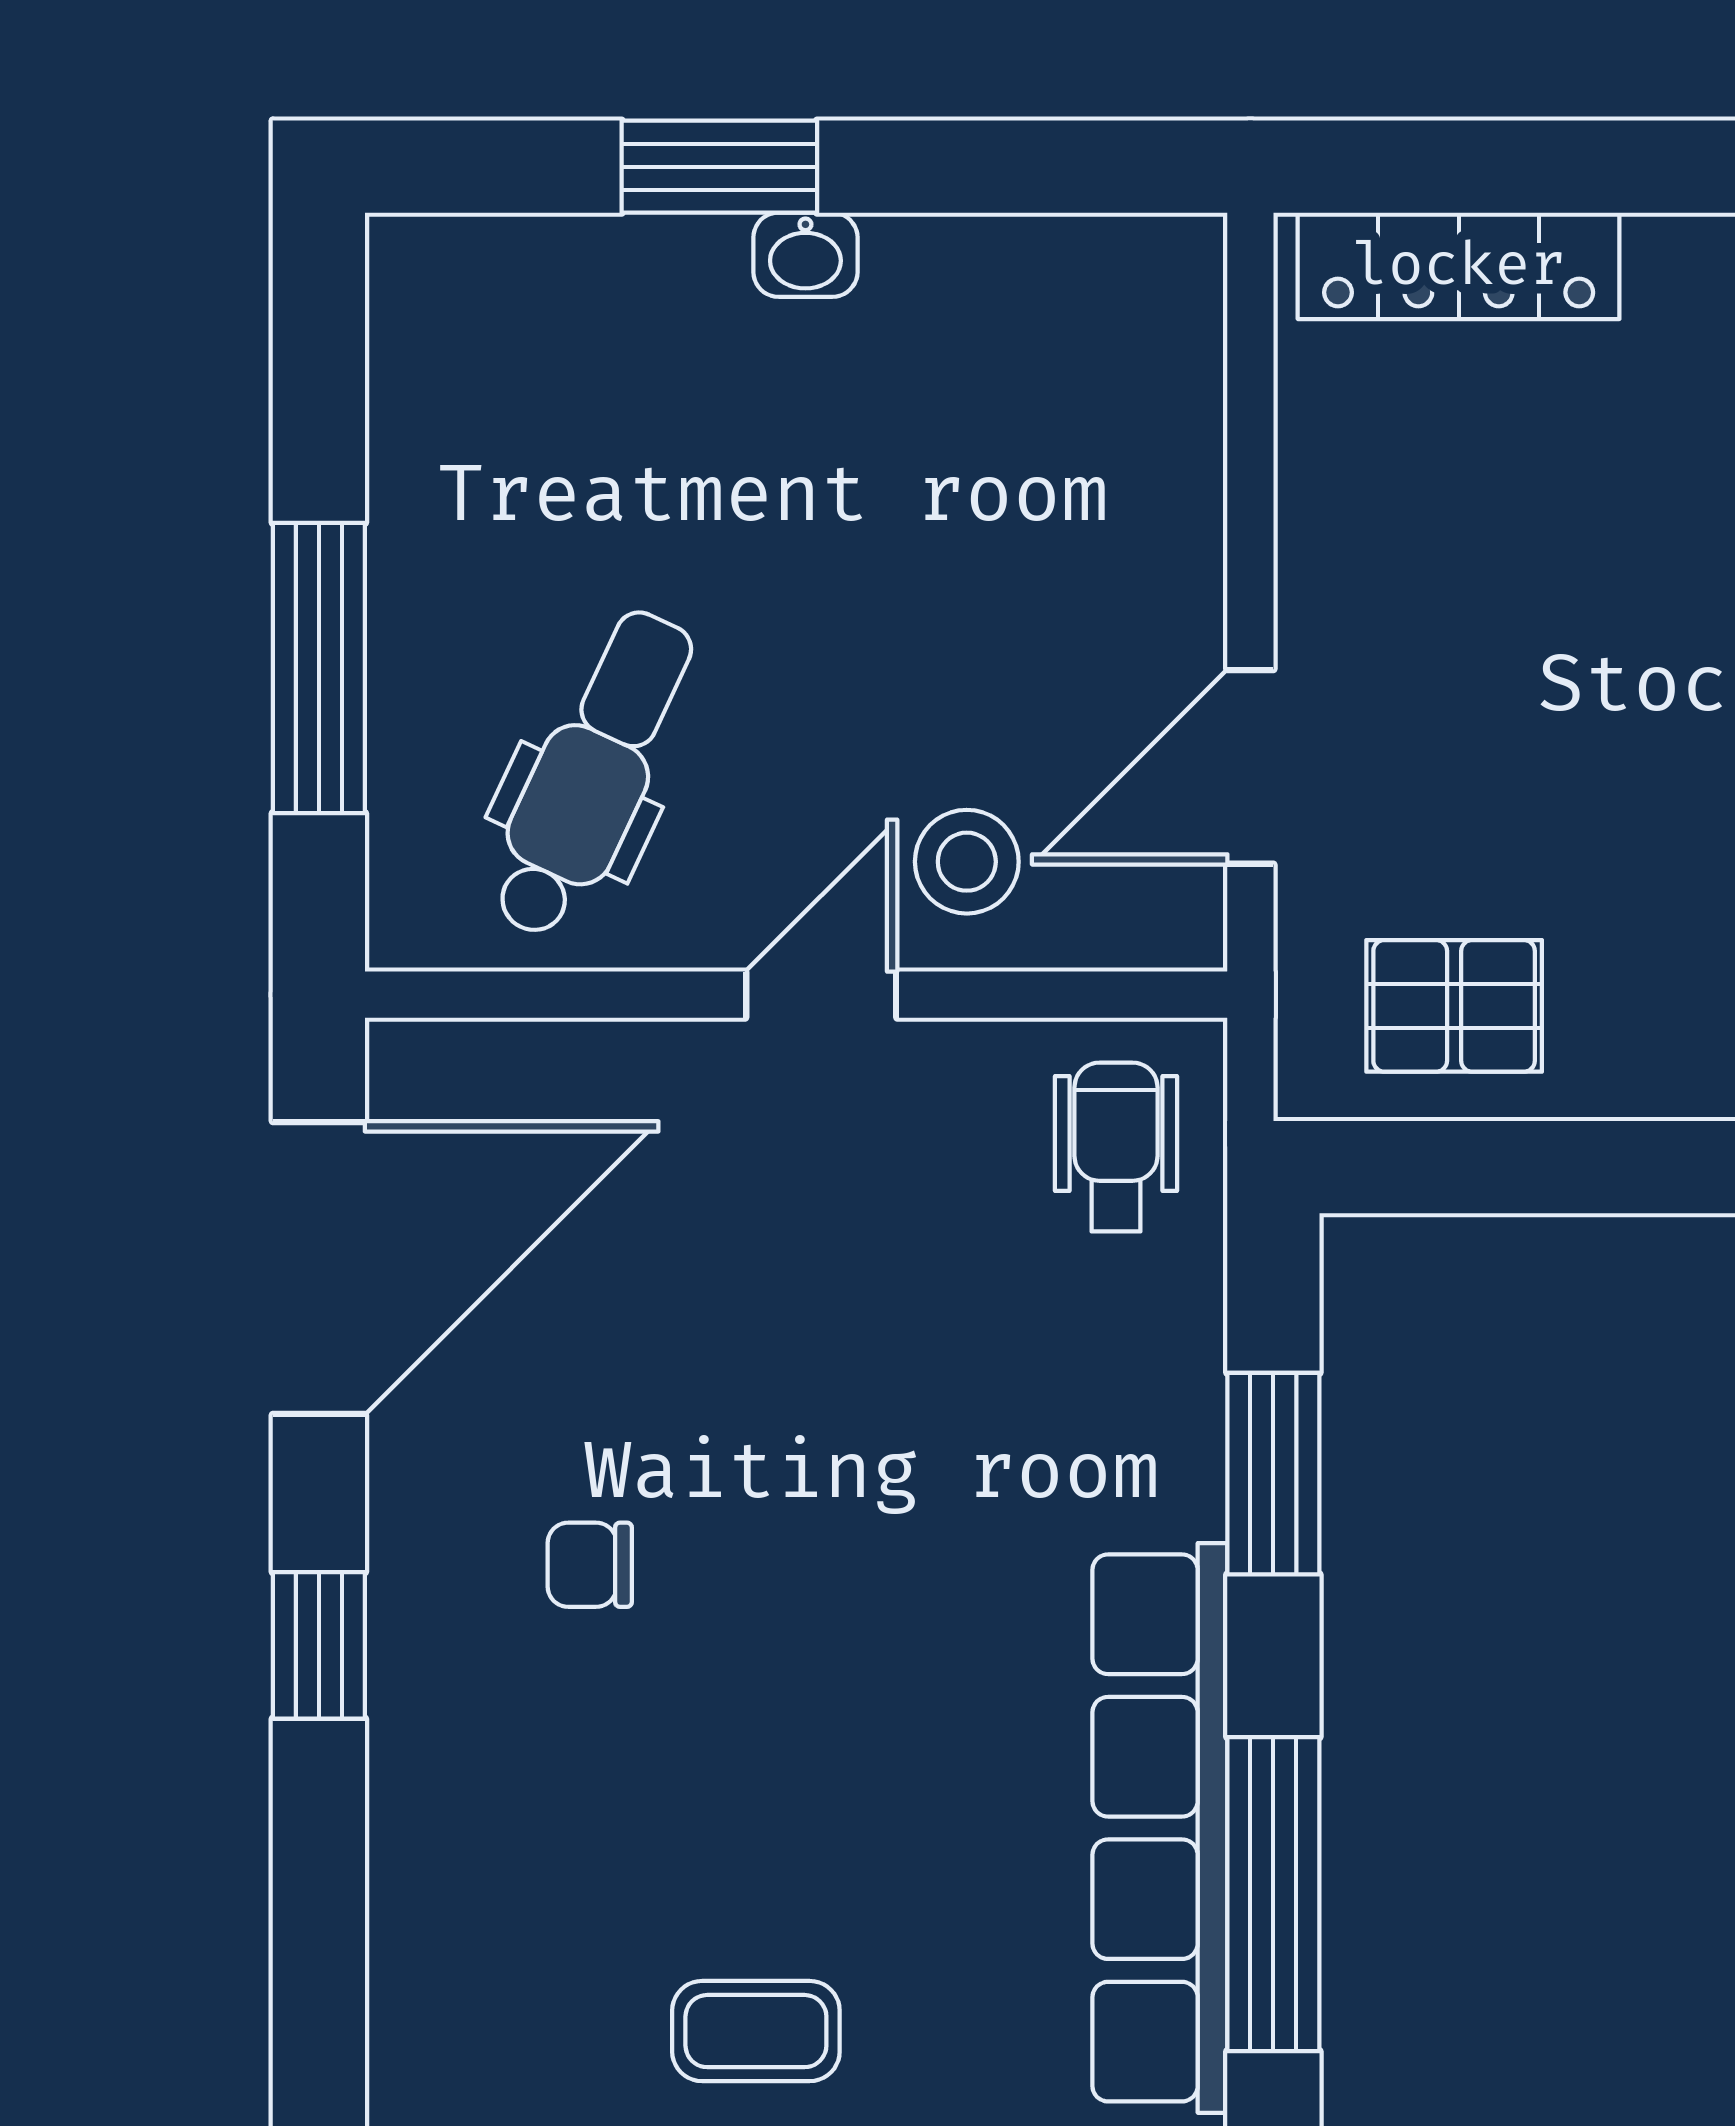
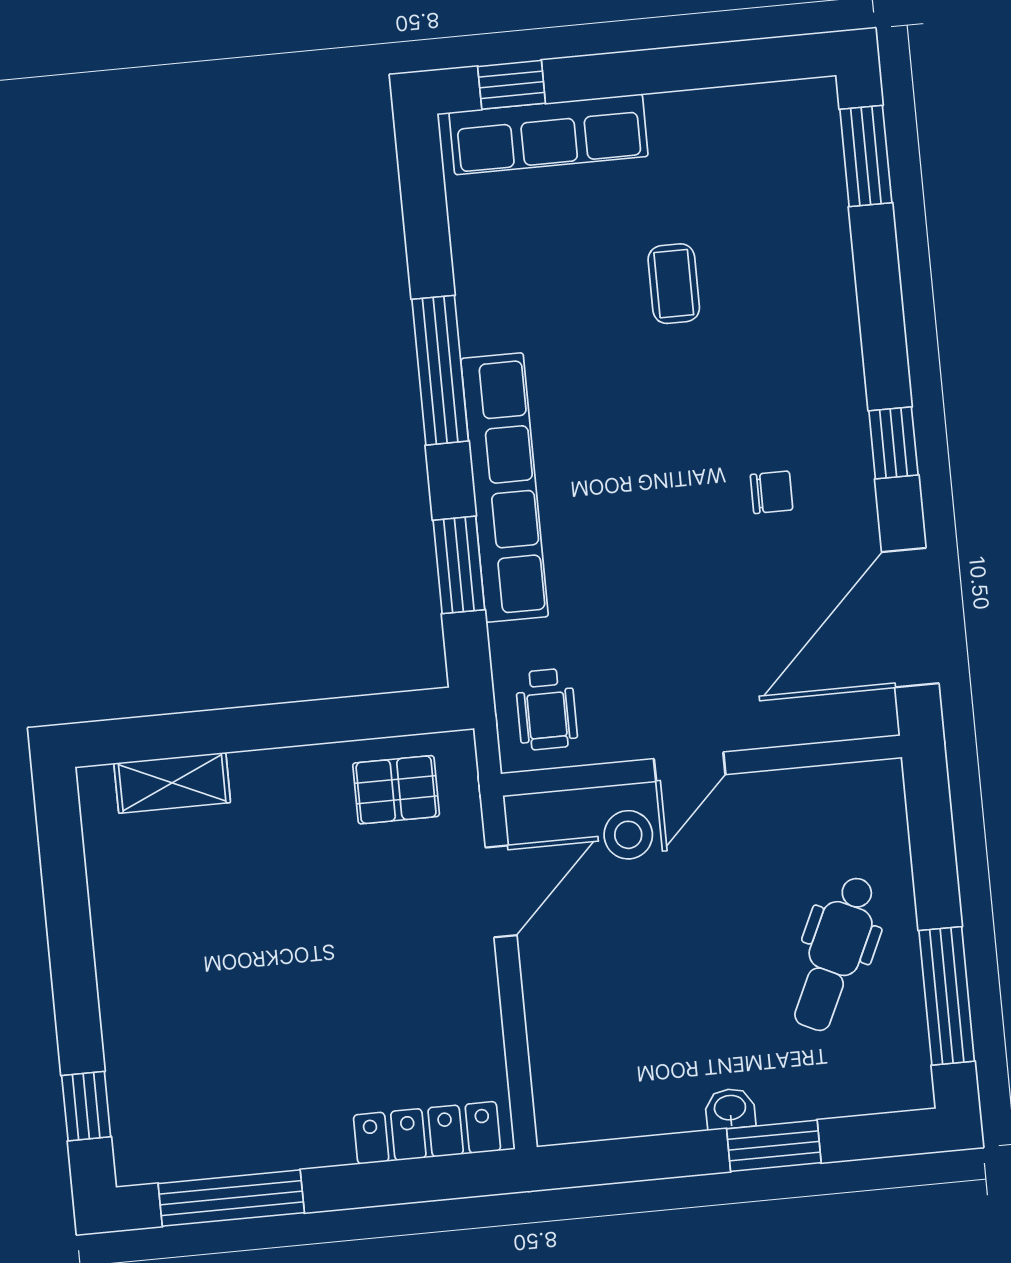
window: (319, 668) -> (947, 996), moved
dental chair: (592, 774) -> (835, 953), moved
row of seats: (1160, 1828) -> (505, 488), moved
coffee table: (756, 2031) -> (674, 284), turned 90

